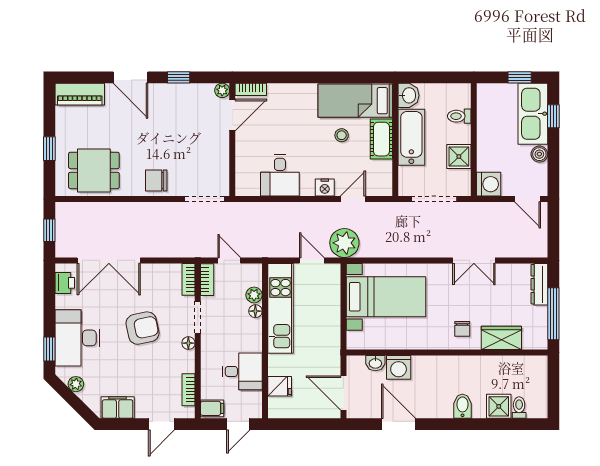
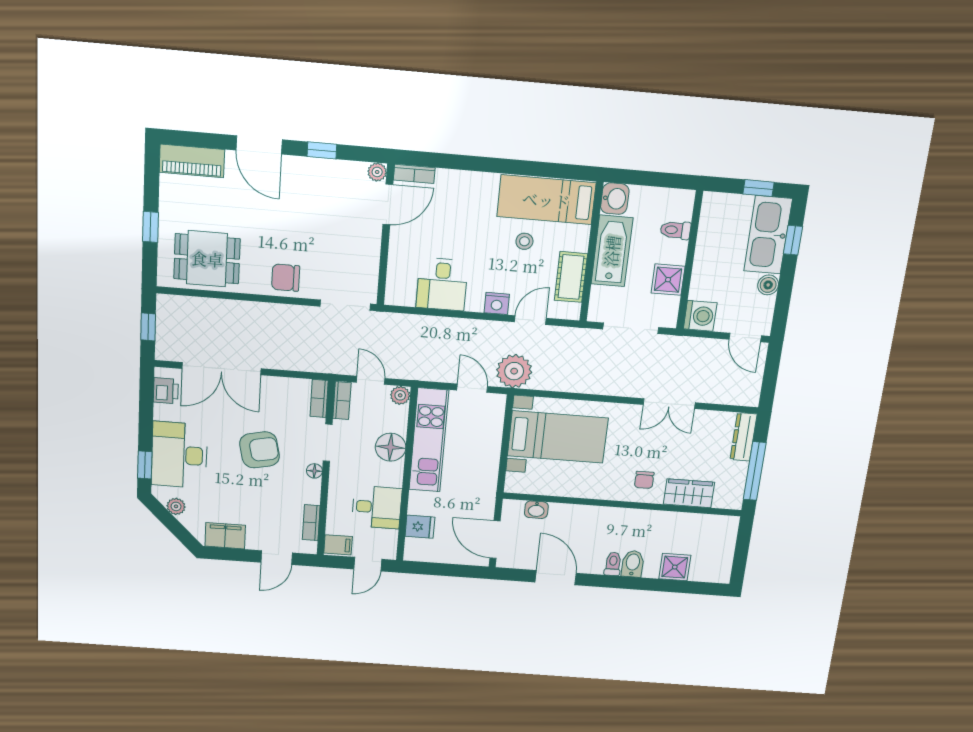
cot: (381, 139) -> (571, 277), moved
plant: (254, 295) -> (400, 395), moved
floor lamp: (255, 311) -> (391, 447), width x1.89, depth x1.89
washing machine: (399, 367) -> (563, 516), removed
toilet: (519, 408) -> (613, 564), moved

